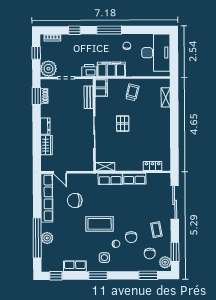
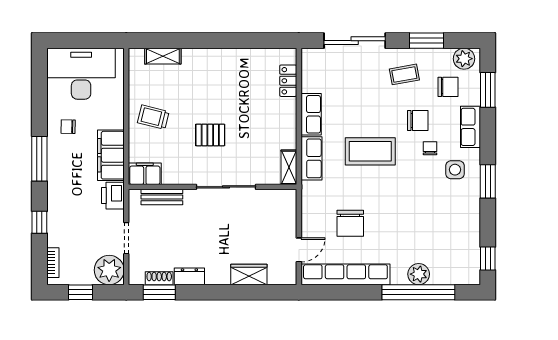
dresser: (45, 126) -> (189, 276), moved
coffee table: (100, 224) -> (370, 151), moved, turned 90
window: (175, 252) -> (426, 41), moved
row of seats: (75, 266) -> (470, 127), moved

